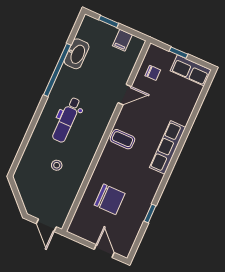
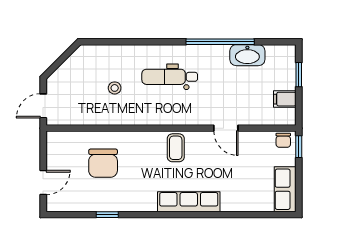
window: (179, 53) -> (299, 147), moved
chair: (153, 73) -> (283, 140), moved

